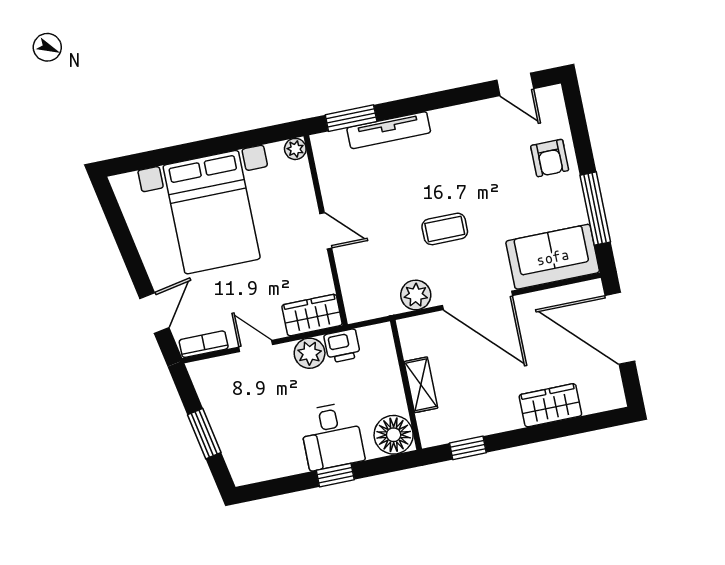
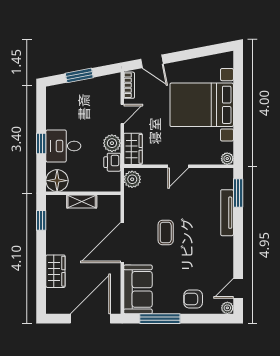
plant: (553, 96) -> (227, 308), added
plant: (416, 295) -> (132, 179), moved

